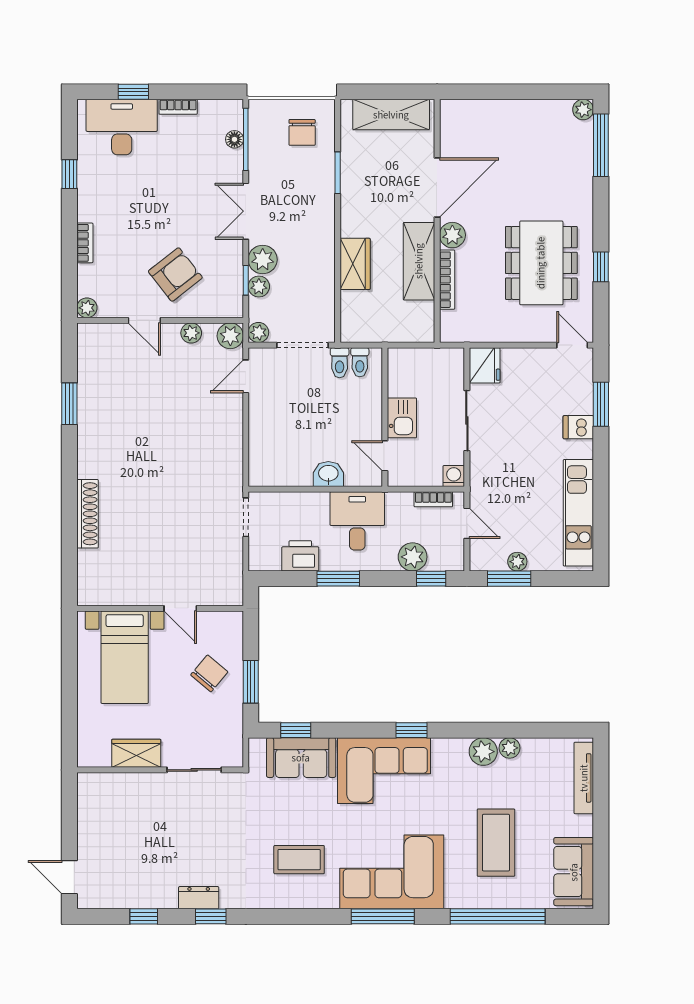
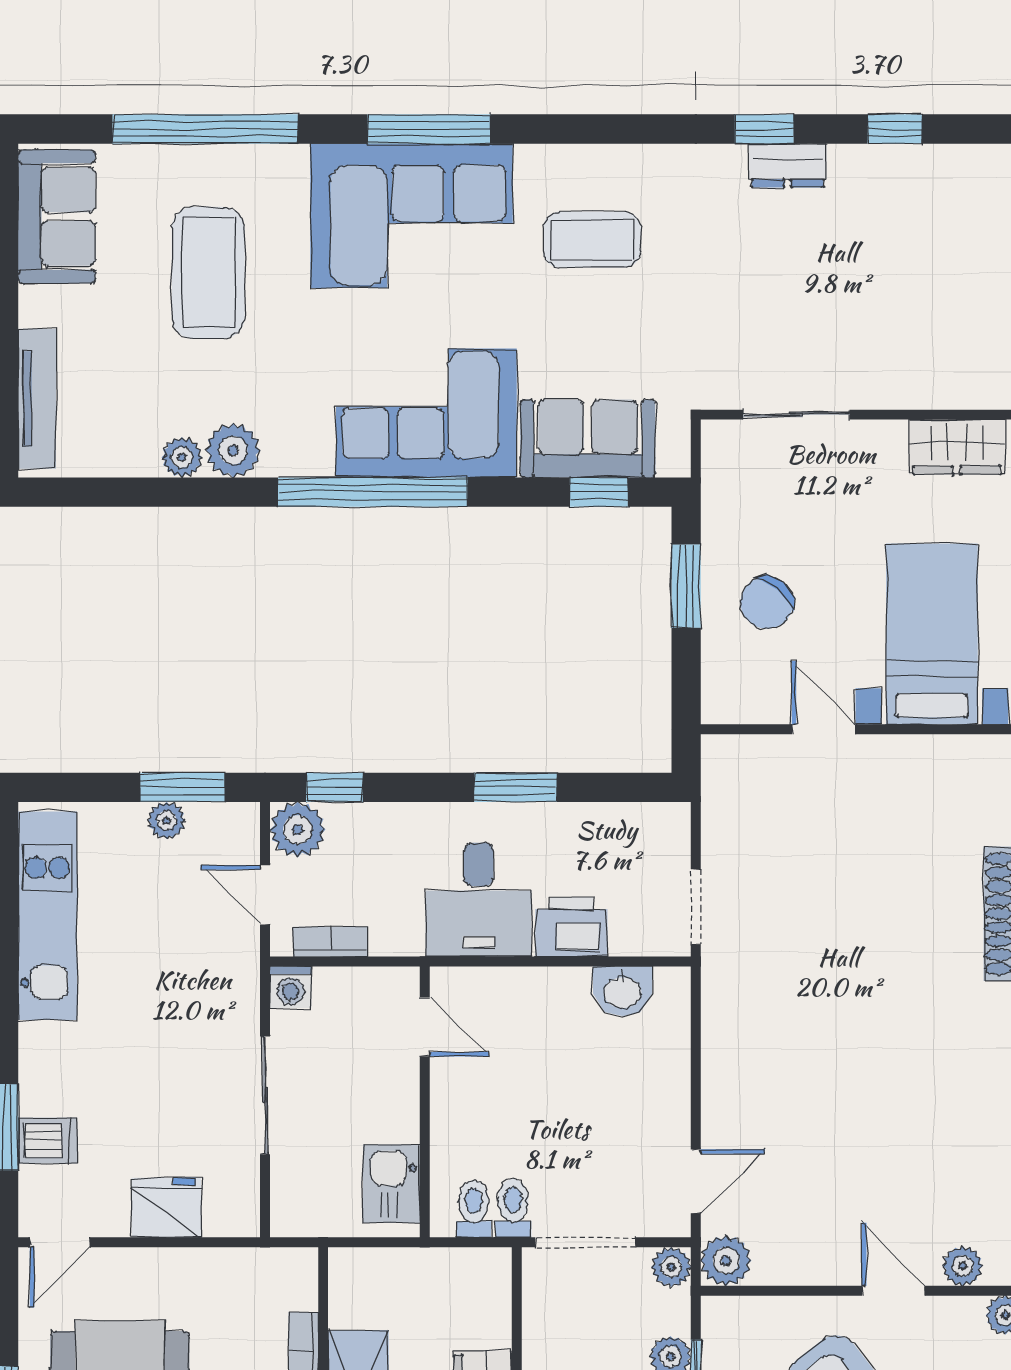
plant: (191, 333) -> (963, 1266), moved
door: (572, 345) -> (60, 1242), hinge flipped
fridge: (485, 365) -> (166, 1208), moved, turned 90
kitchen sink: (402, 418) -> (392, 1184), moved
dishwasher: (578, 427) -> (48, 1140), moved
washbasin: (328, 474) -> (623, 991), moved
printer: (300, 556) -> (571, 927), moved, turned 180
plant: (413, 557) -> (298, 830), moved
window: (411, 730) -> (373, 492), width x3.17
wardrobe: (136, 753) -> (957, 447), moved

